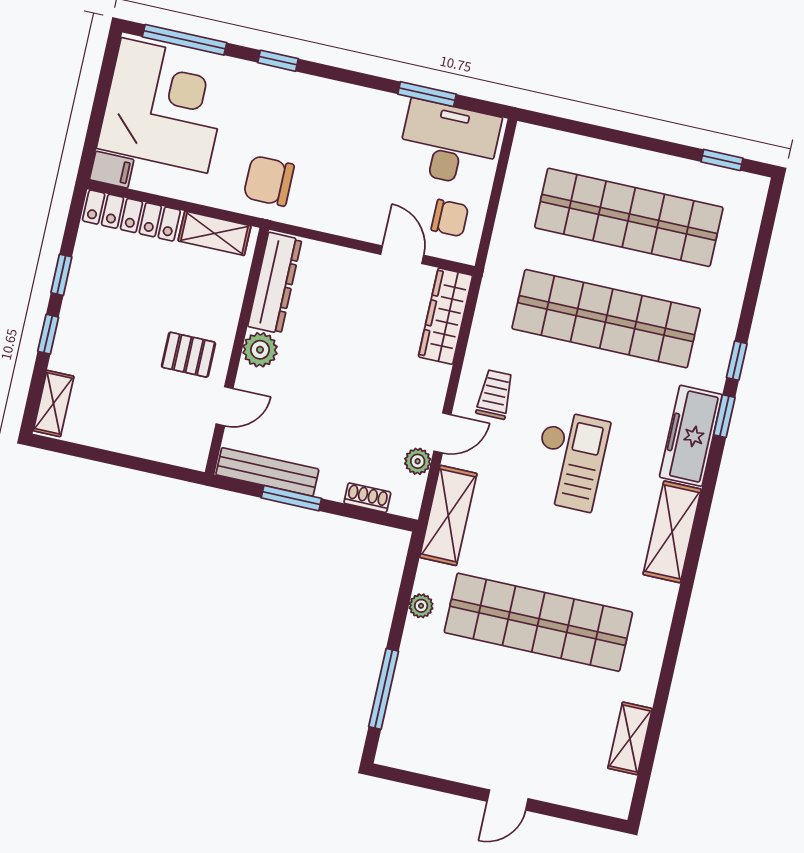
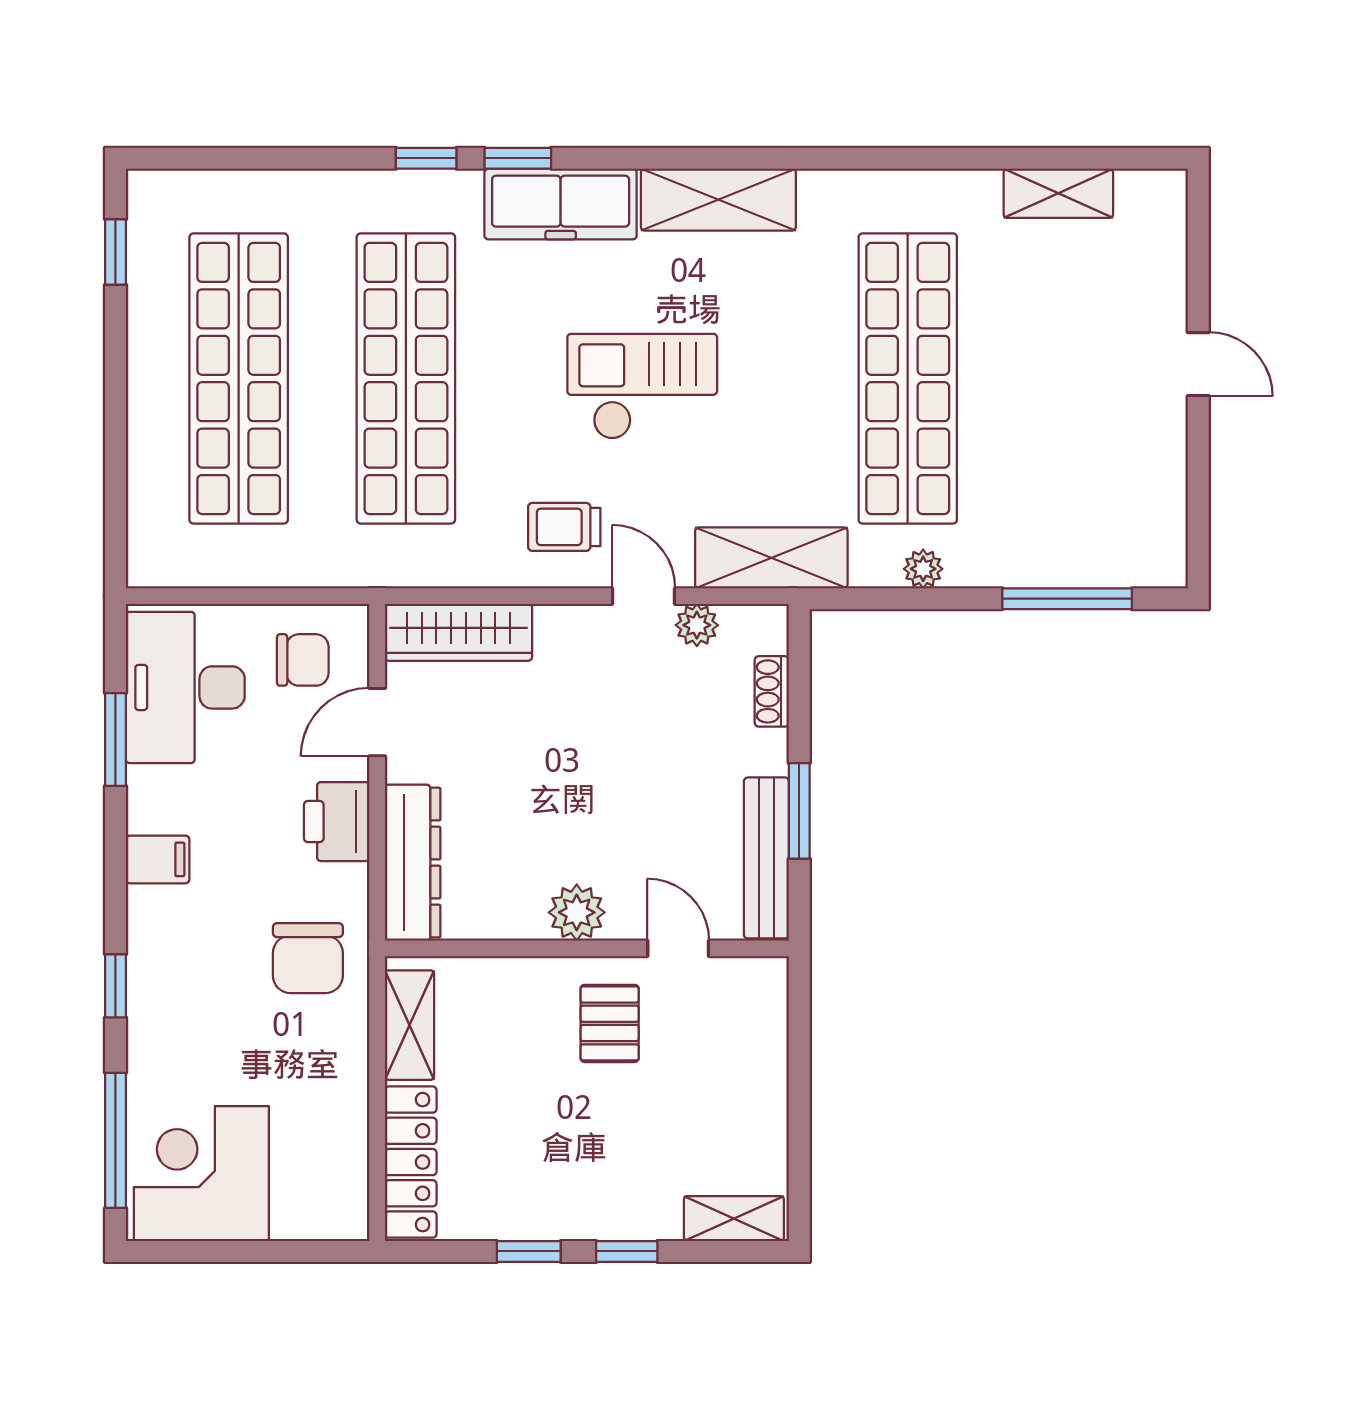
corner desk: (164, 105) -> (201, 1174), width x0.74, depth x0.74
filing cabinet: (112, 170) -> (158, 859), moved, turned 90
printer: (348, 217) -> (337, 822), added
chair: (450, 218) -> (303, 660), turned 90
dresser: (275, 283) -> (413, 863), moved, turned 90

